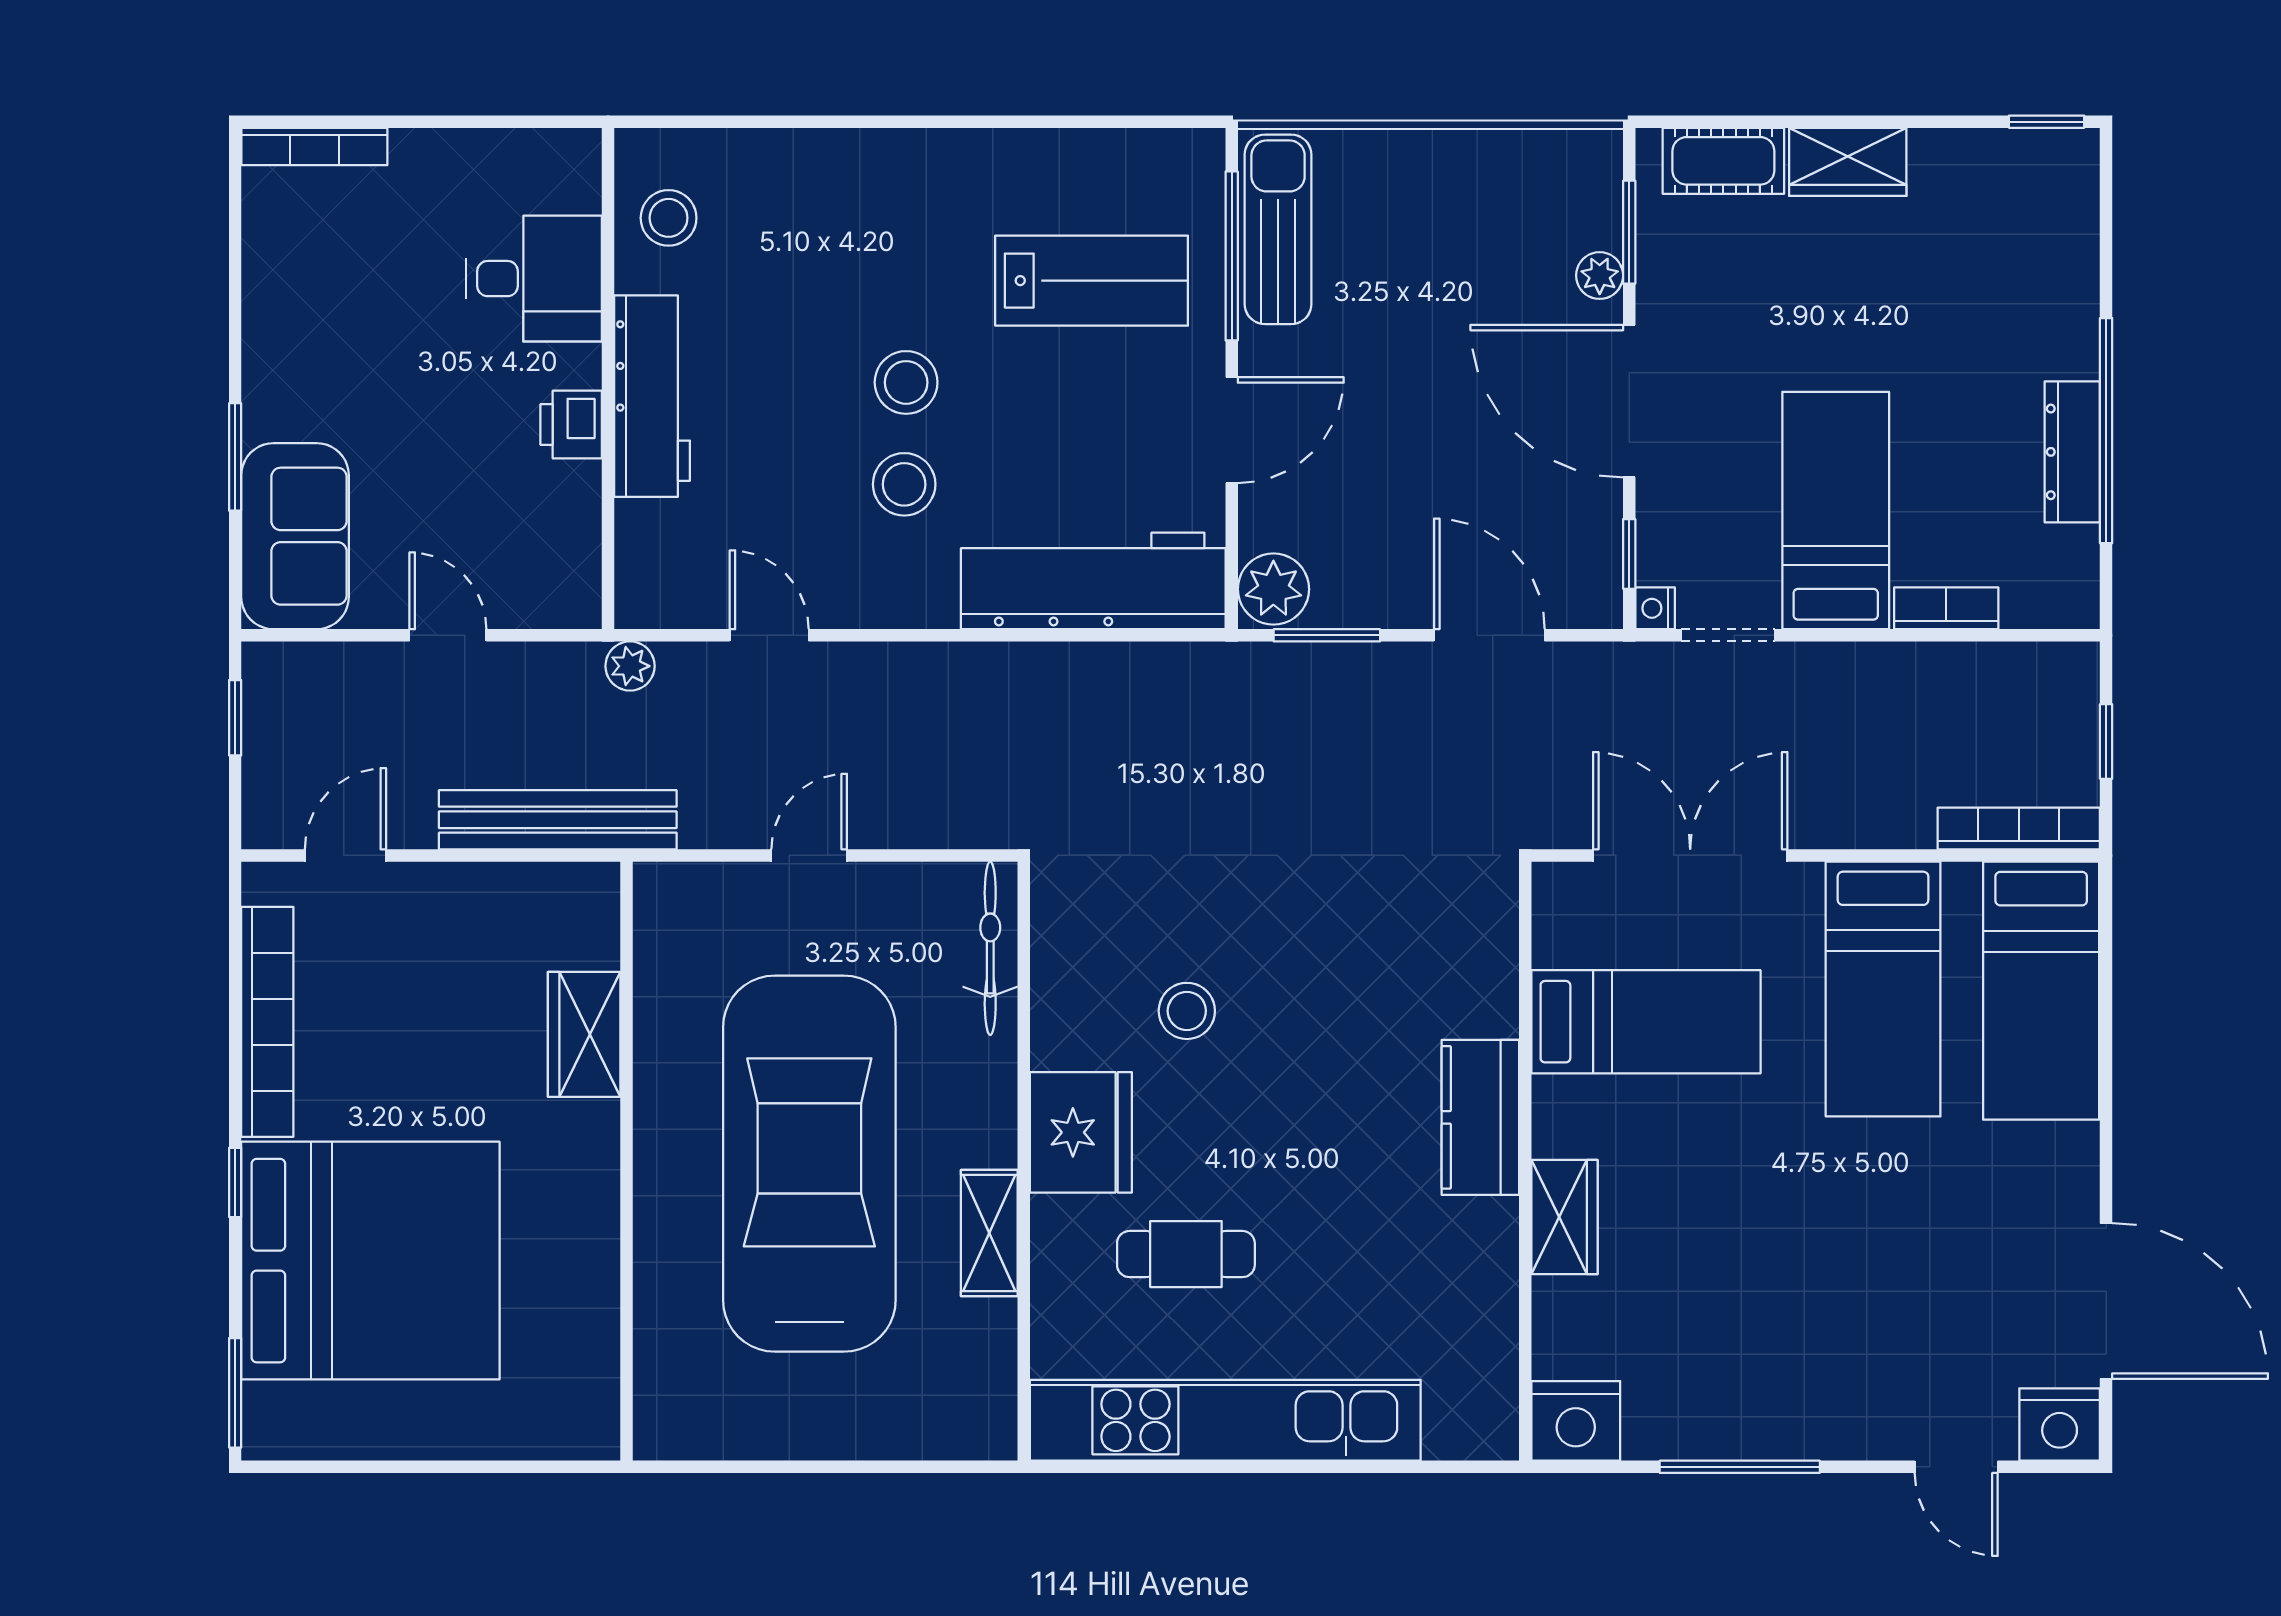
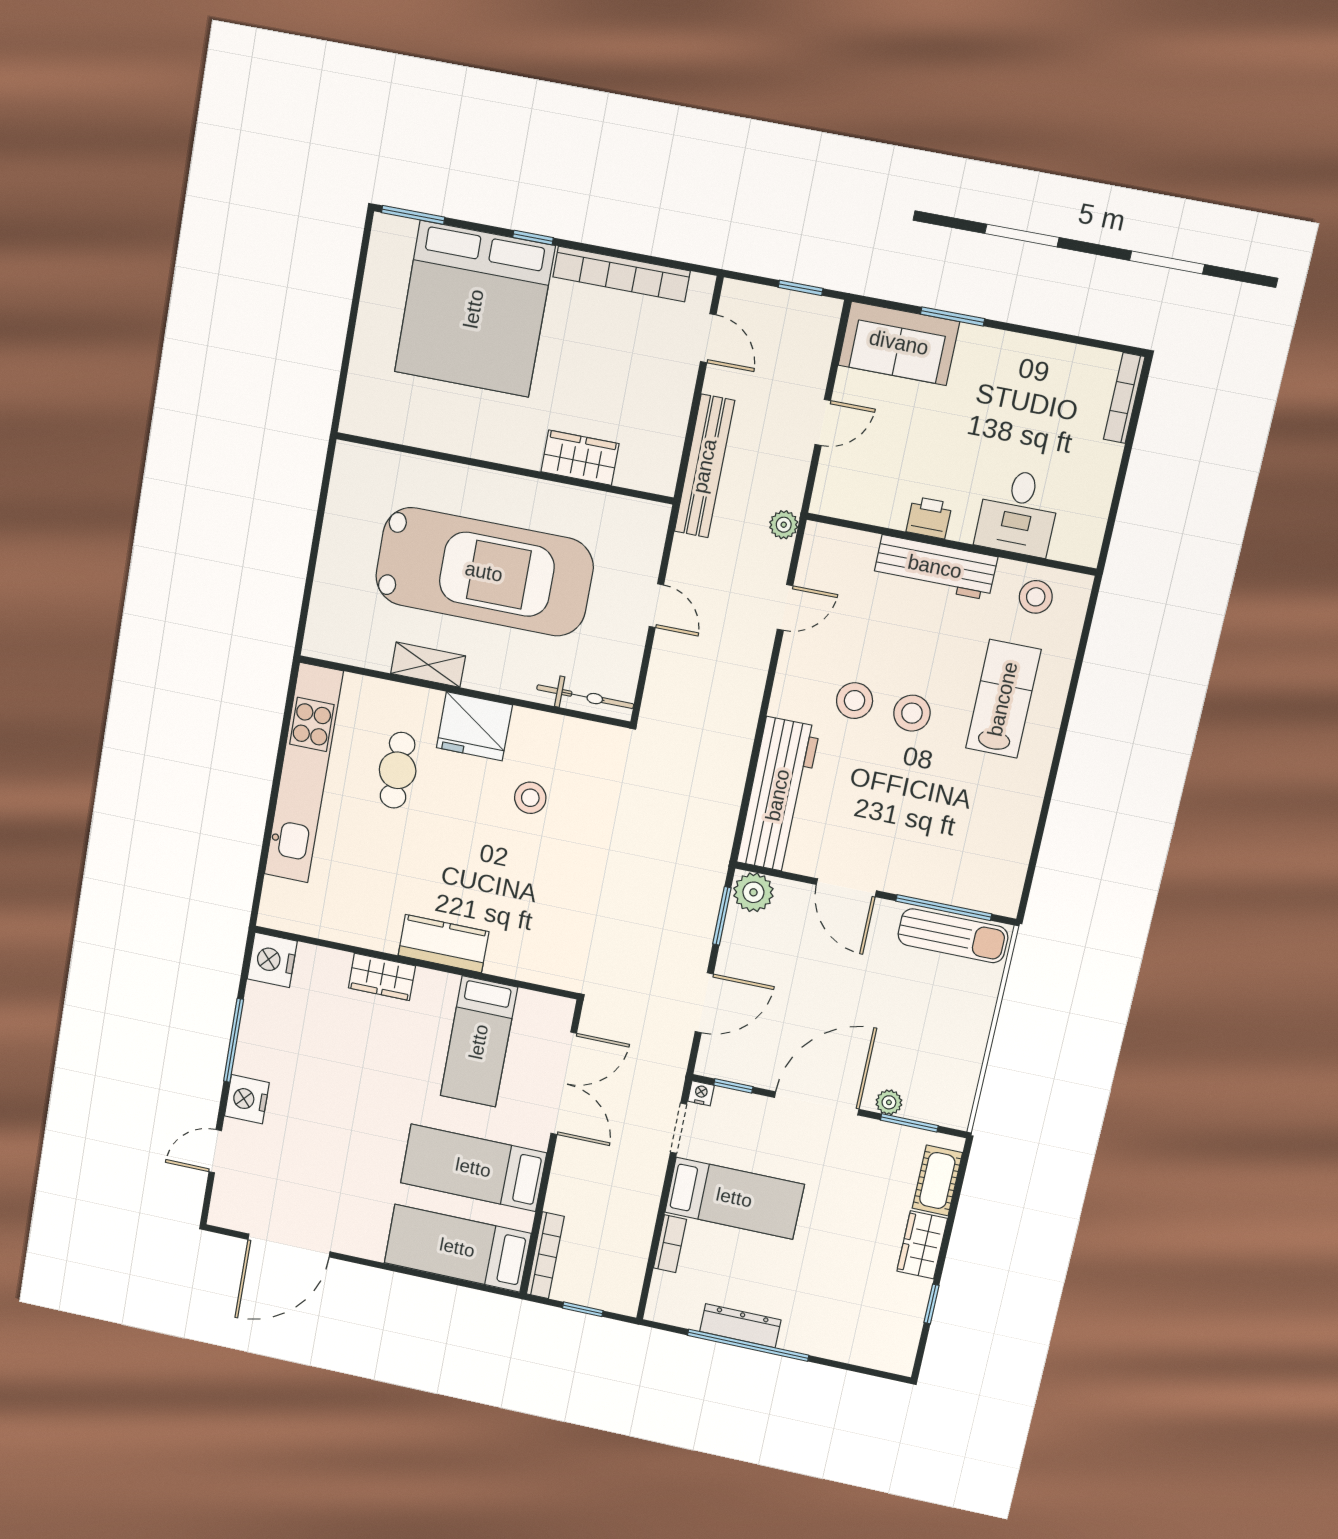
window: (2047, 122) -> (931, 1304), moved
lab bench: (1092, 281) -> (1003, 699), moved, turned 180
nightstand: (2060, 1425) -> (247, 1099), moved

